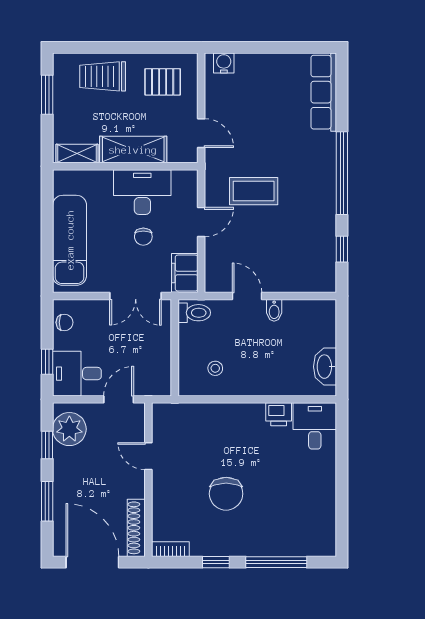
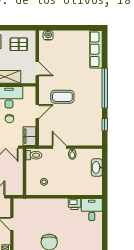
washbasin: (325, 367) -> (97, 167), moved

